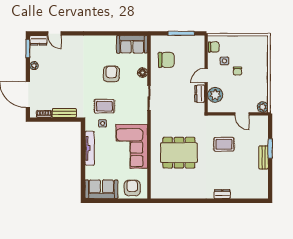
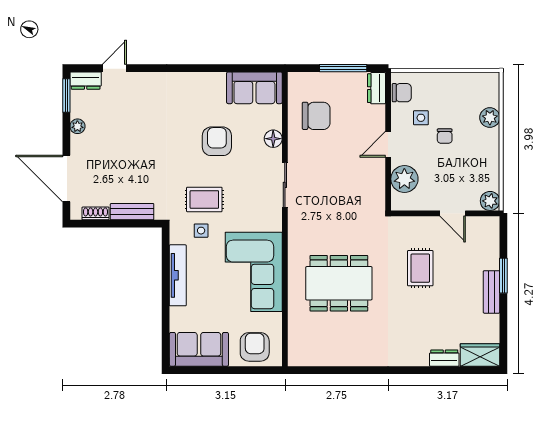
door: (54, 33) -> (114, 68), swing flipped
plant: (263, 61) -> (490, 118), added
dresser: (200, 94) -> (376, 88), moved
rug: (224, 144) -> (420, 268), turned 90
wardrobe: (257, 192) -> (480, 355), added
dresser: (222, 194) -> (444, 358), moved

